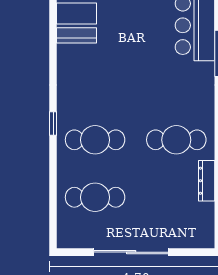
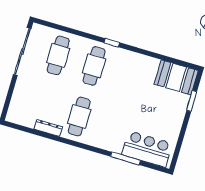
sliding door: (131, 252) -> (22, 52), moved

